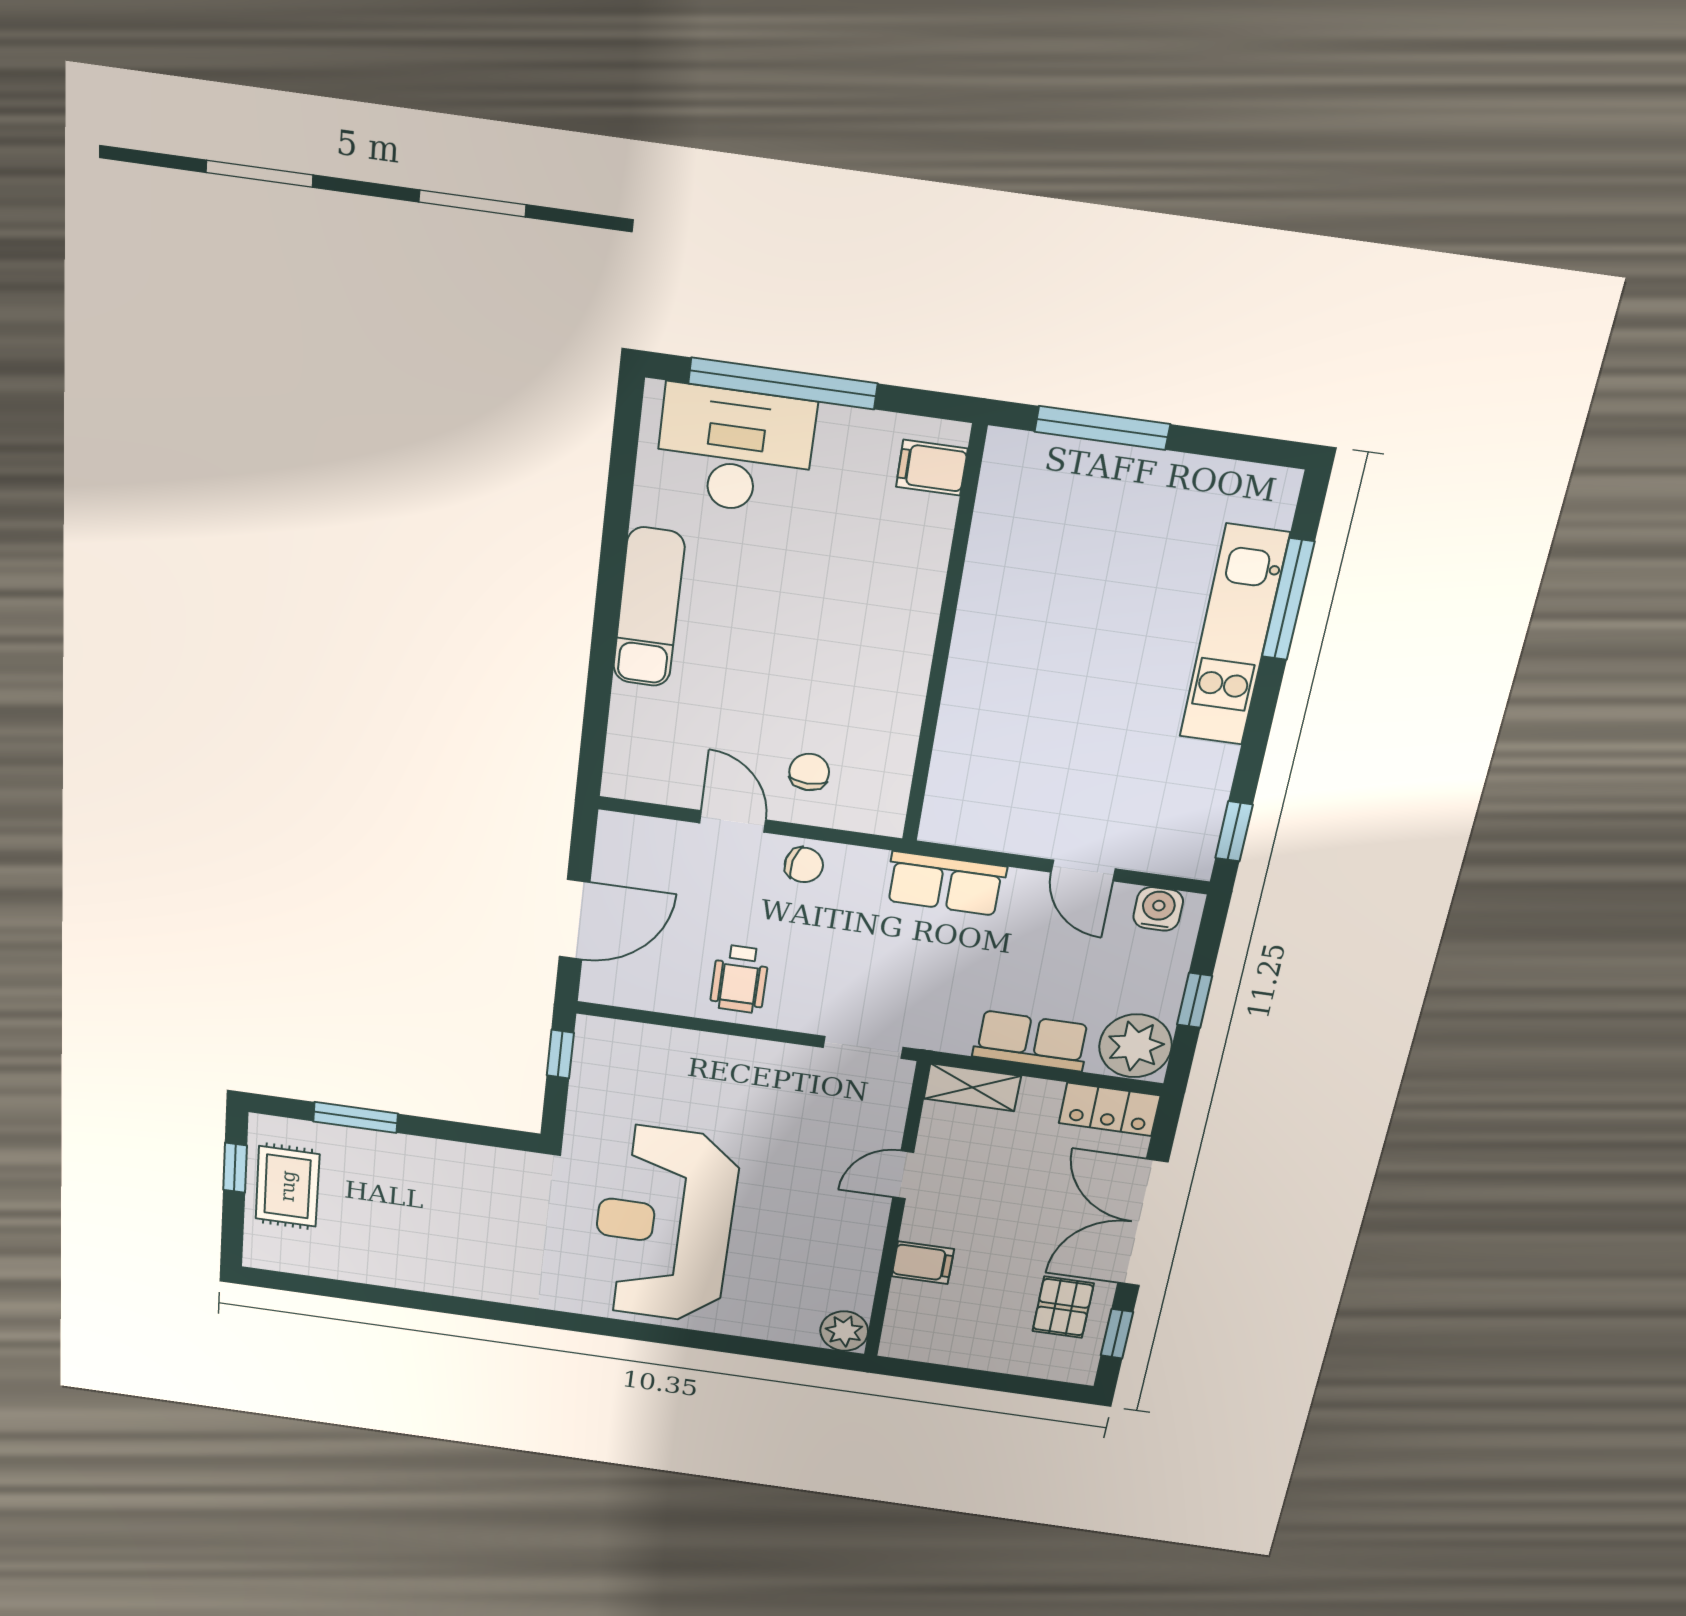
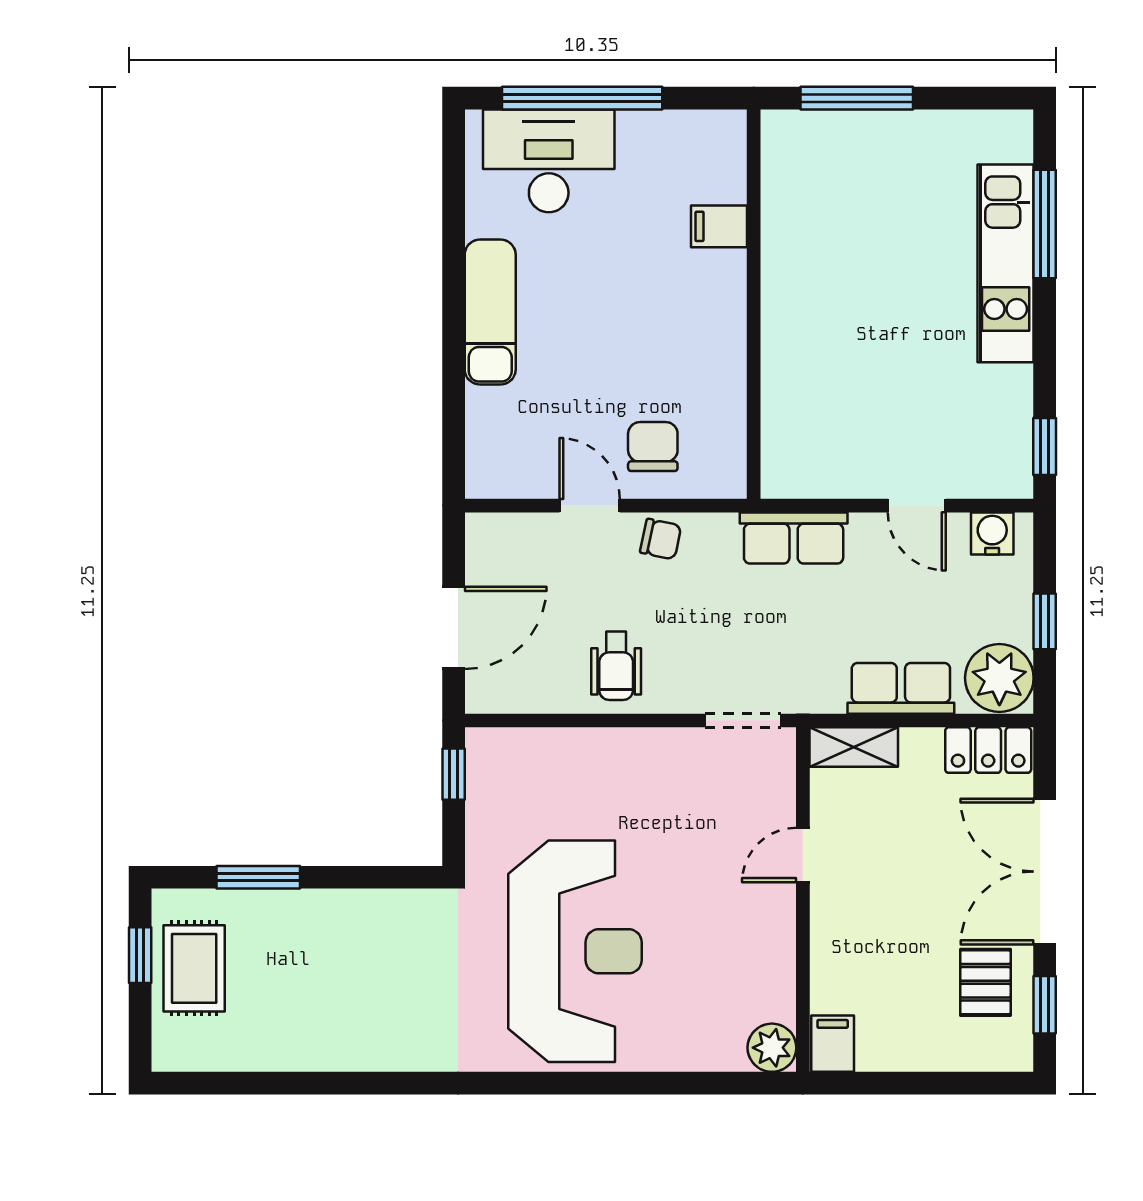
filing cabinet: (932, 468) -> (719, 226), moved
chair: (809, 772) -> (653, 446), width x1.37, depth x1.37
reception desk: (664, 1225) -> (575, 951), turned 180
filing cabinet: (923, 1263) -> (833, 1044), moved, turned -90

